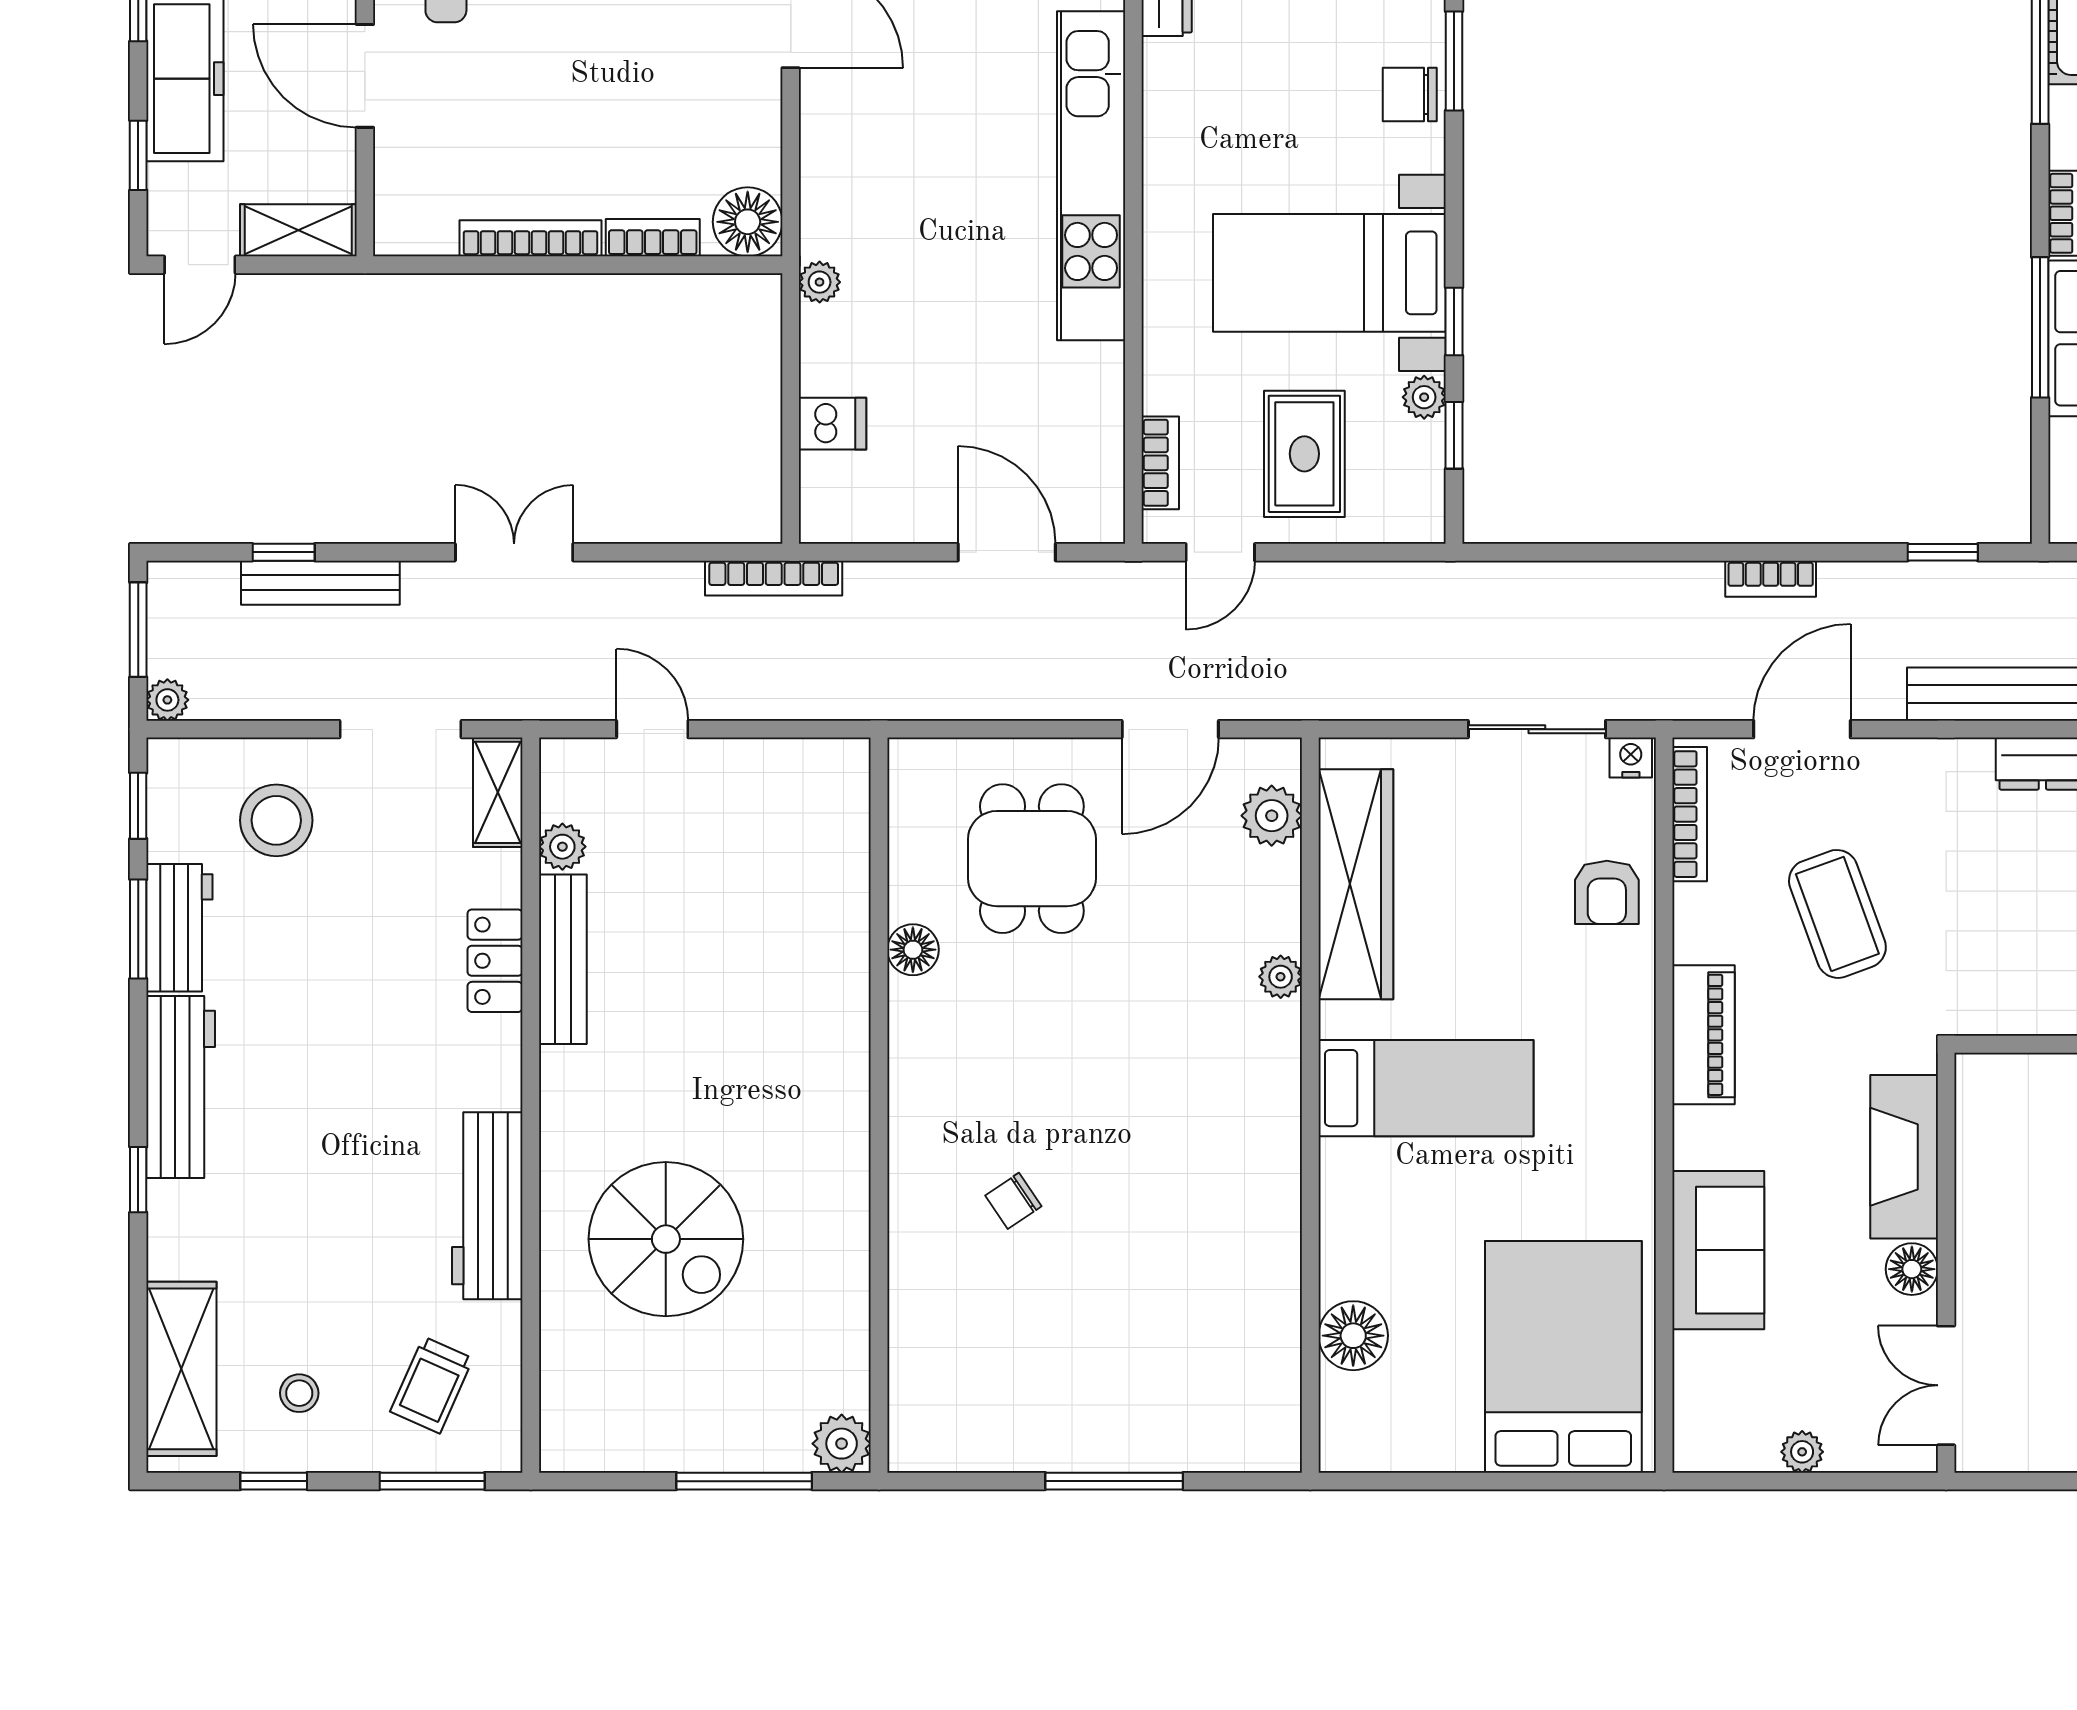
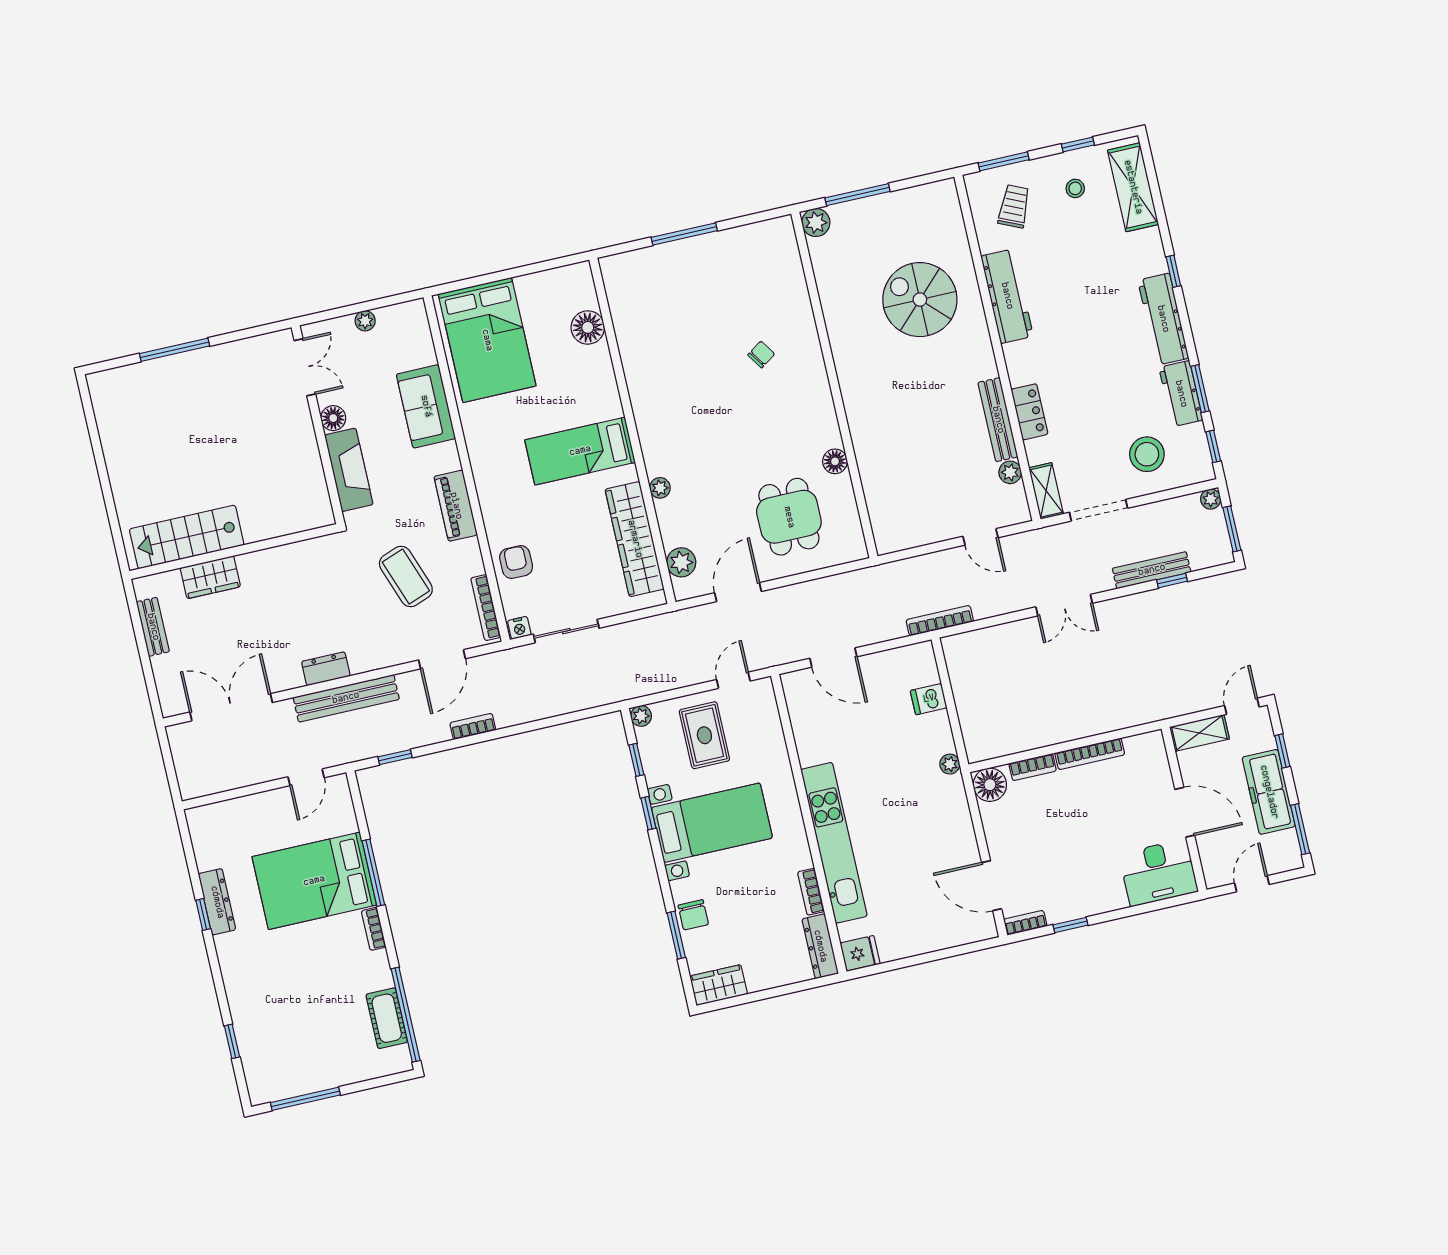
chair: (1410, 94) -> (693, 915), turned 90
plant: (1424, 397) -> (641, 716), moved
bookcase: (1160, 463) -> (811, 892), moved

